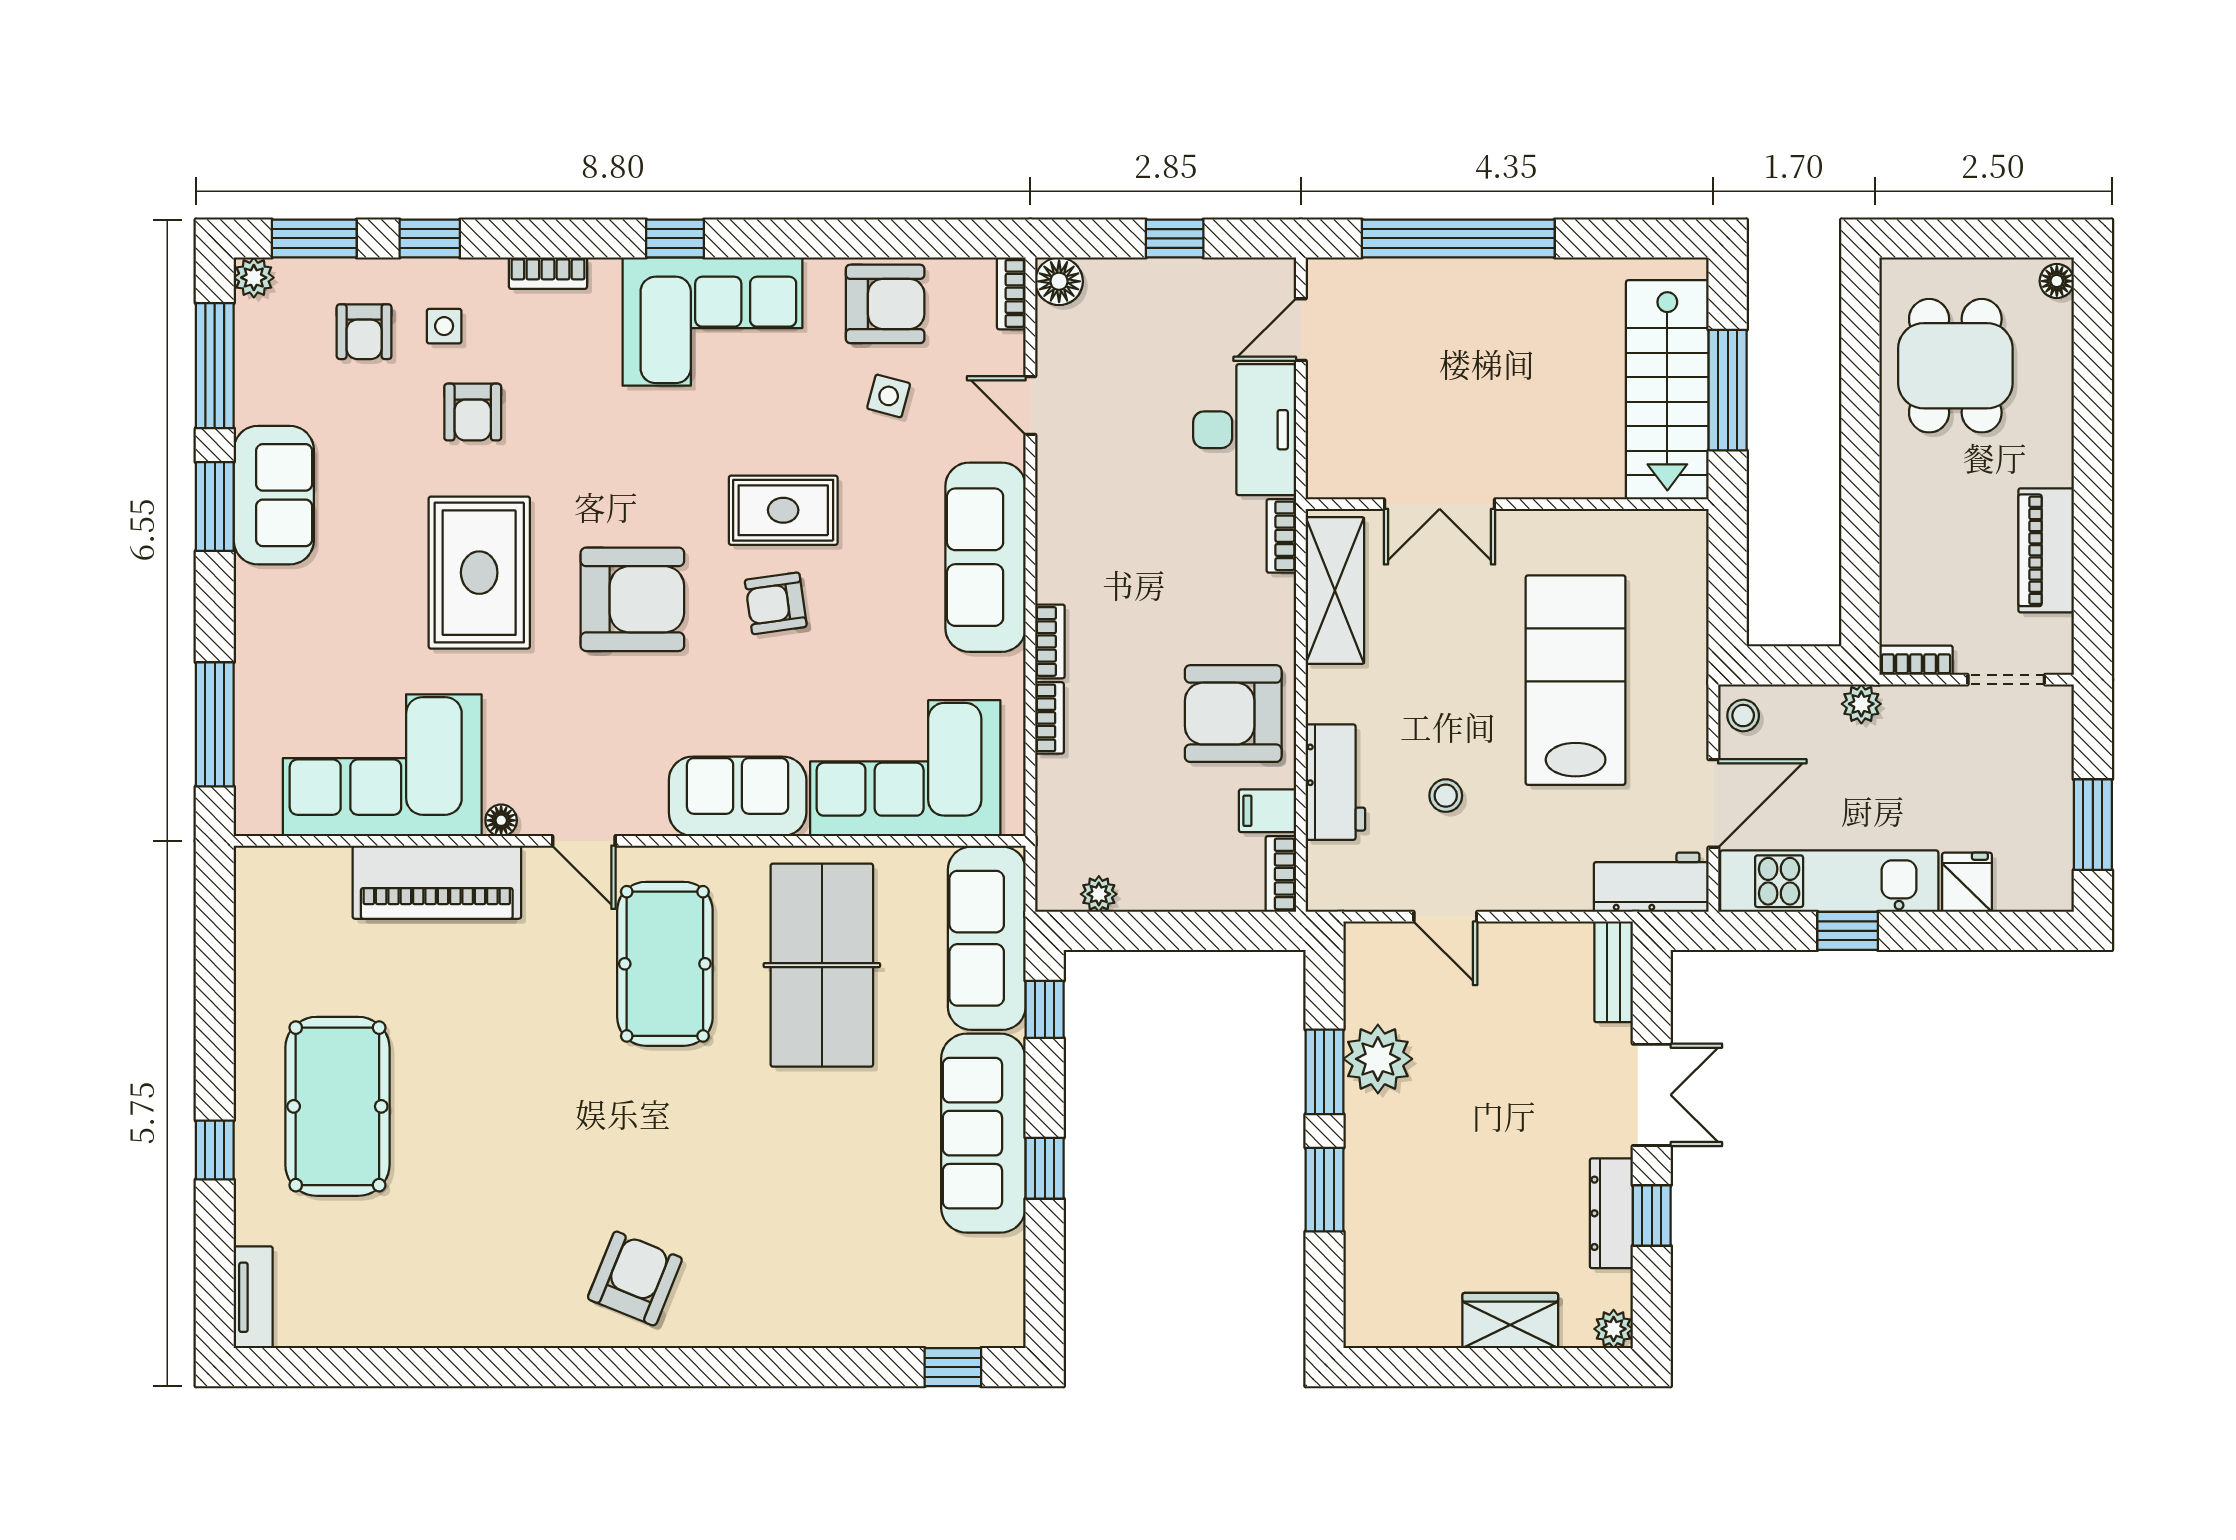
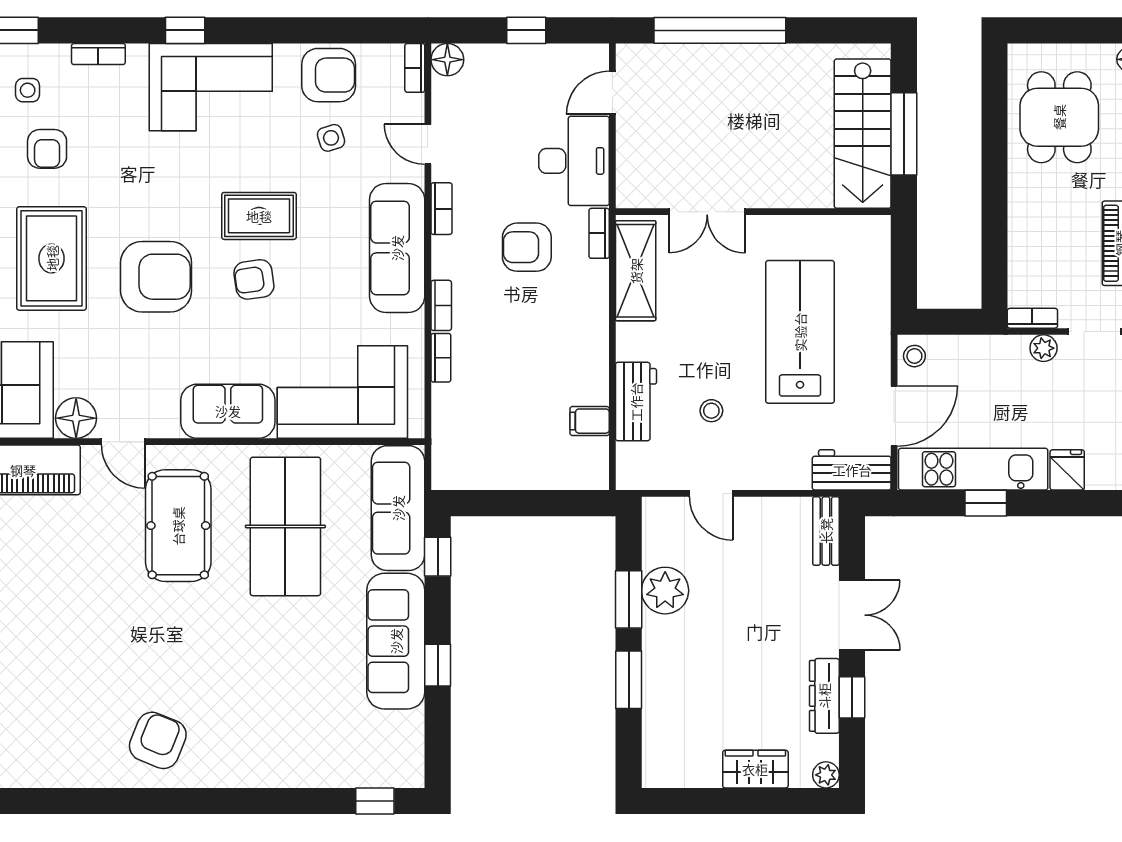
side table: (889, 396) -> (331, 138), turned -33
plant: (1861, 704) -> (1044, 348), moved
armchair: (1233, 714) -> (527, 247), moved, width x0.73, depth x0.73
floor lamp: (501, 820) -> (76, 418), width x1.89, depth x1.89
bookcase: (1281, 874) -> (441, 209), moved, turned 180
plant: (1099, 894) -> (474, 478), removed

